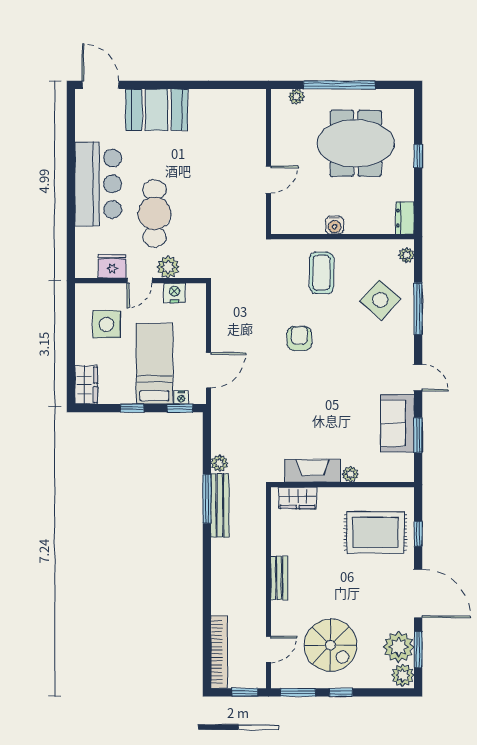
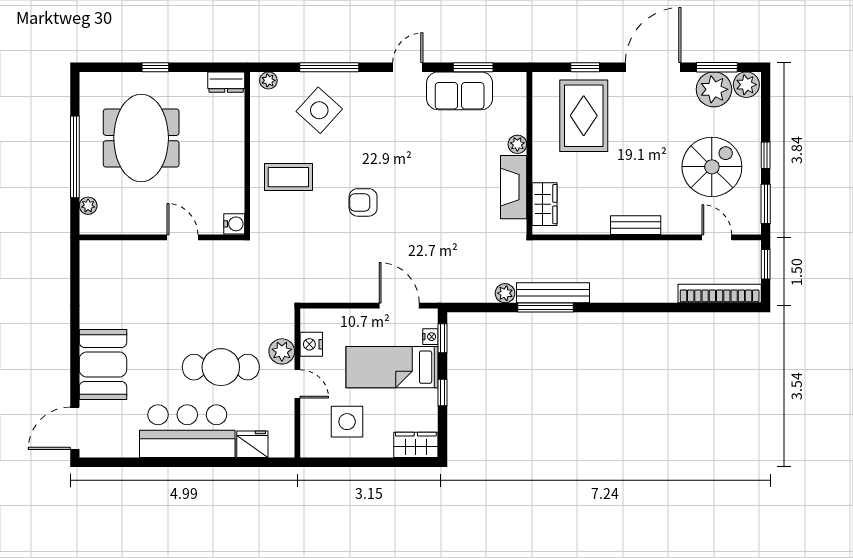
water cooler: (335, 225) -> (234, 224), moved
fridge: (112, 266) -> (252, 444), moved, turned 90

